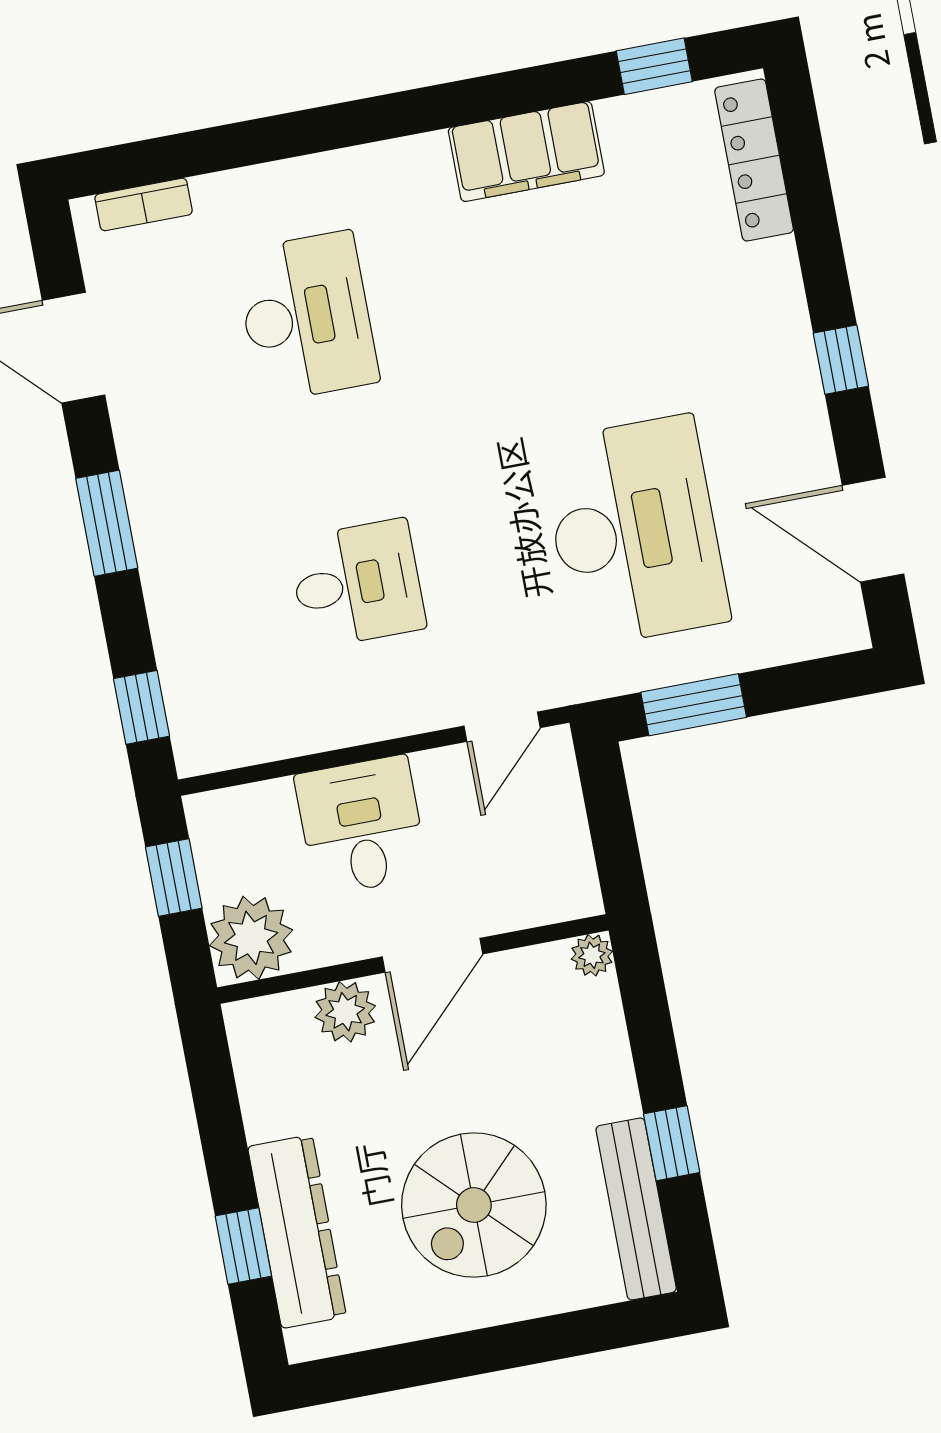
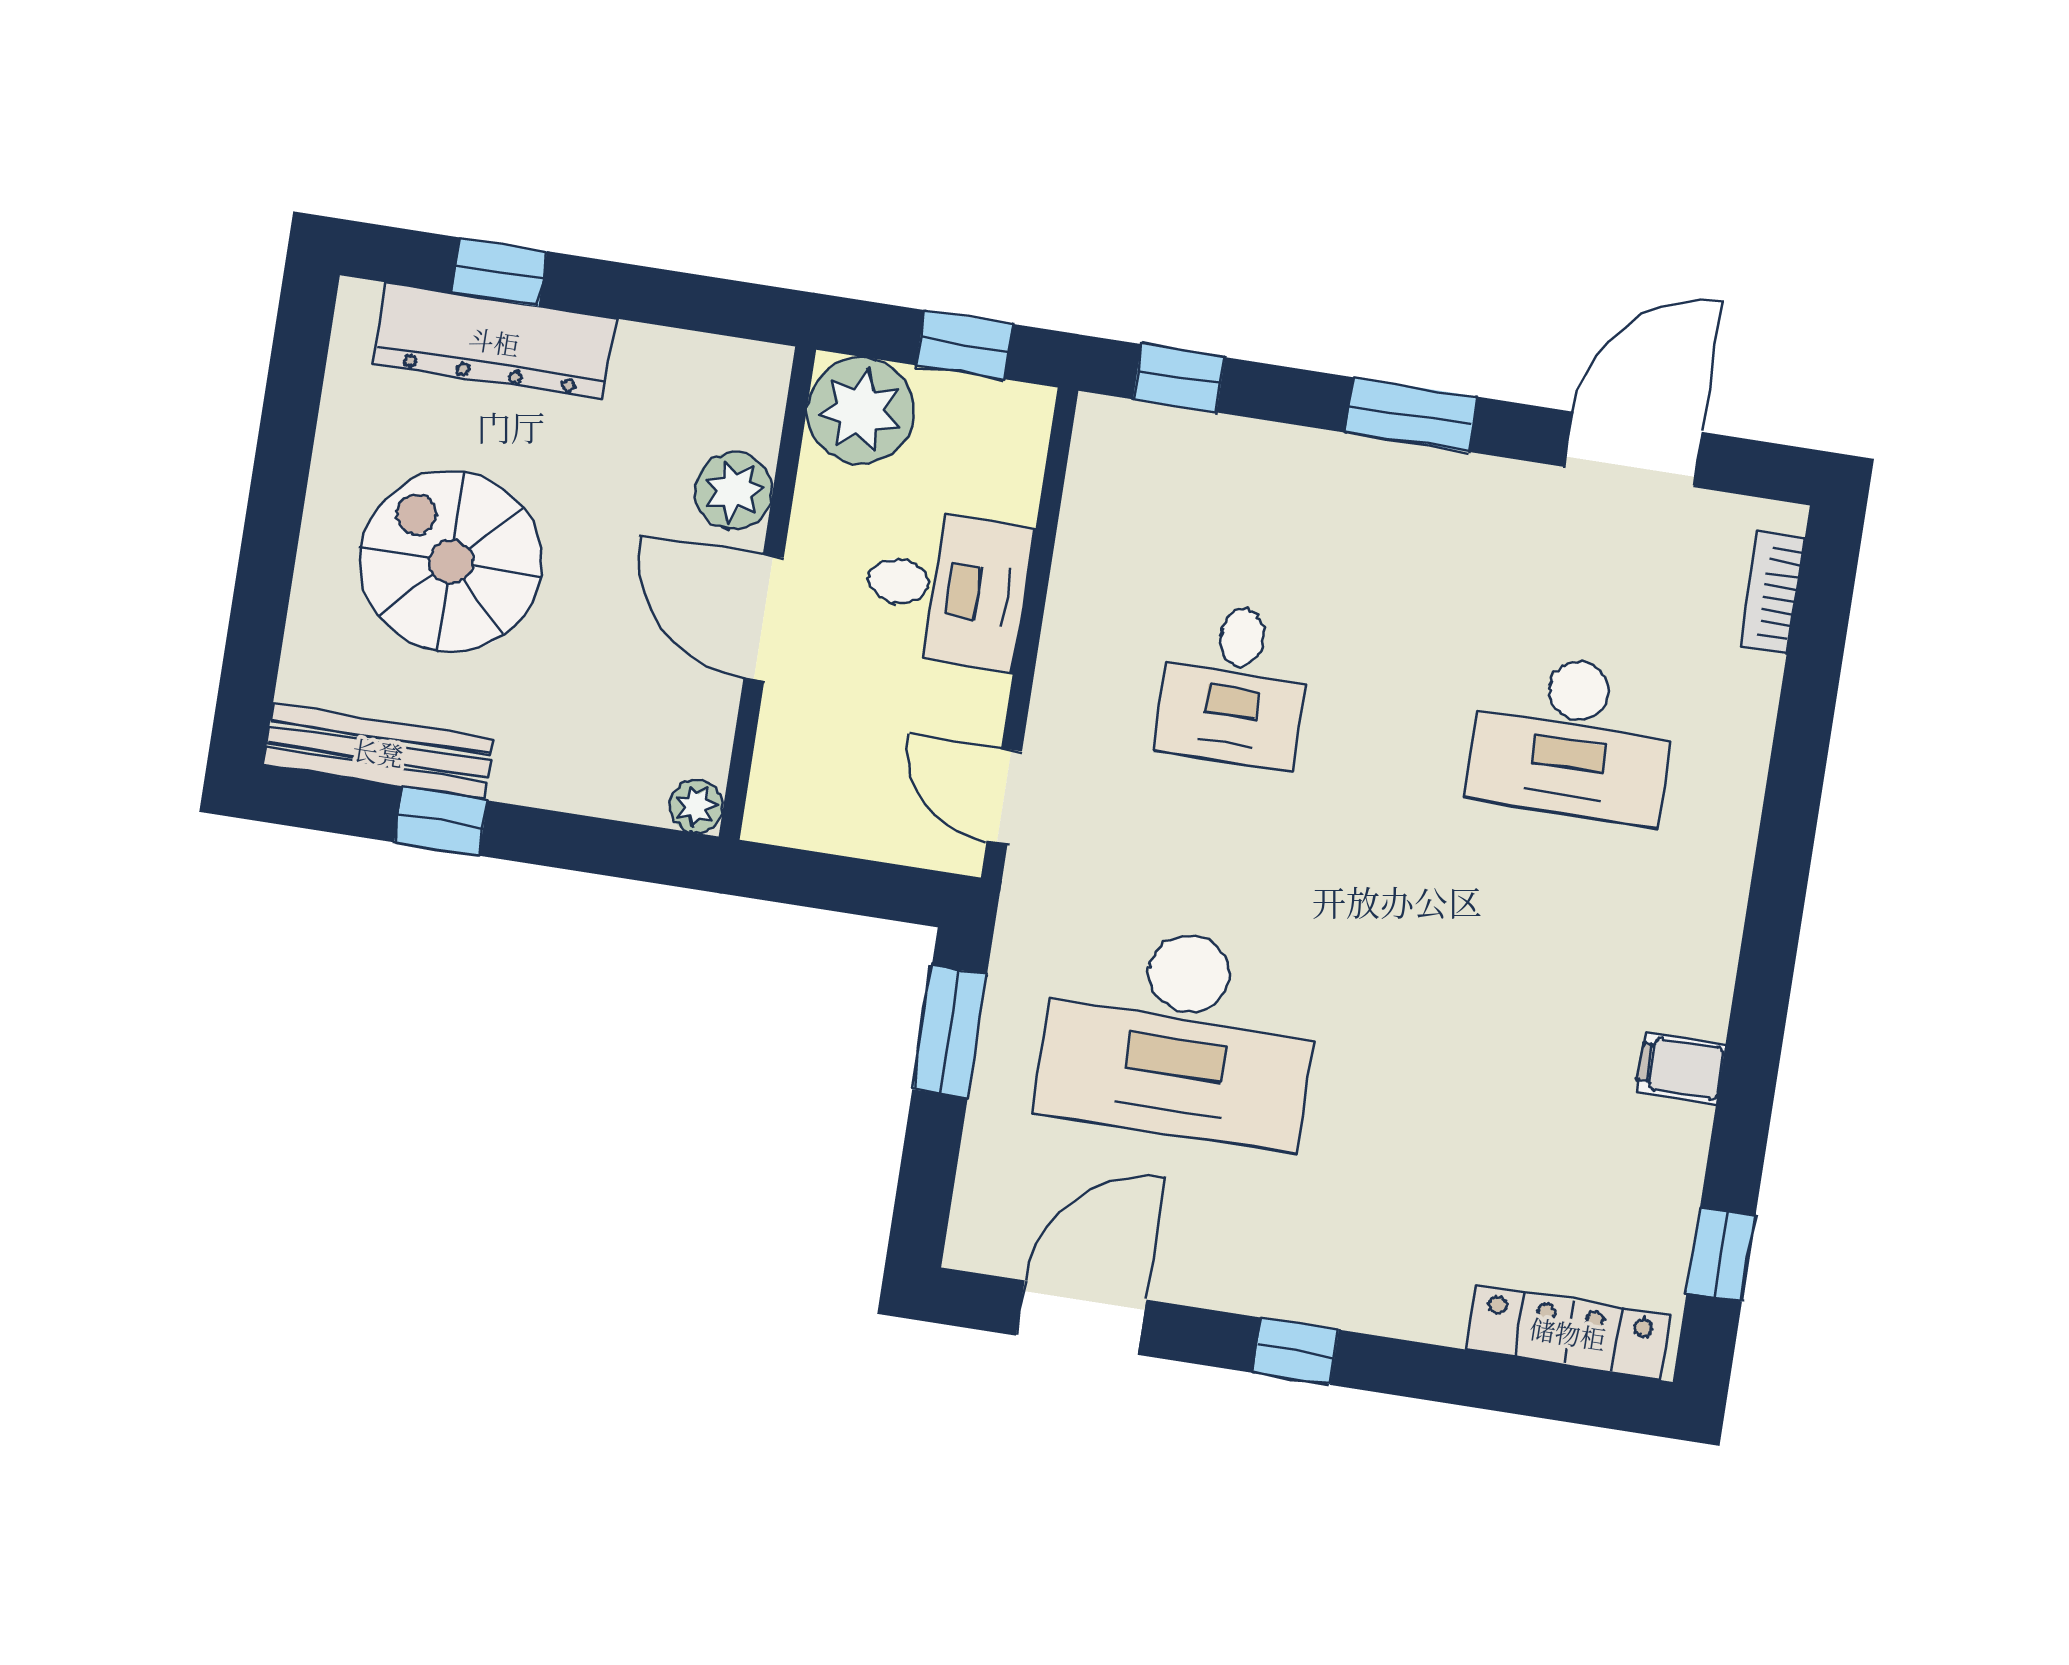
filing cabinet: (526, 152) -> (1681, 1068), width x0.33, depth x0.86

